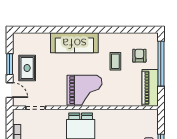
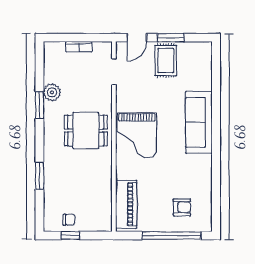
coffee table: (115, 61) -> (175, 176), removed
rug: (27, 68) -> (166, 61), turned 90
piano: (150, 88) -> (126, 204), moved, turned 90

